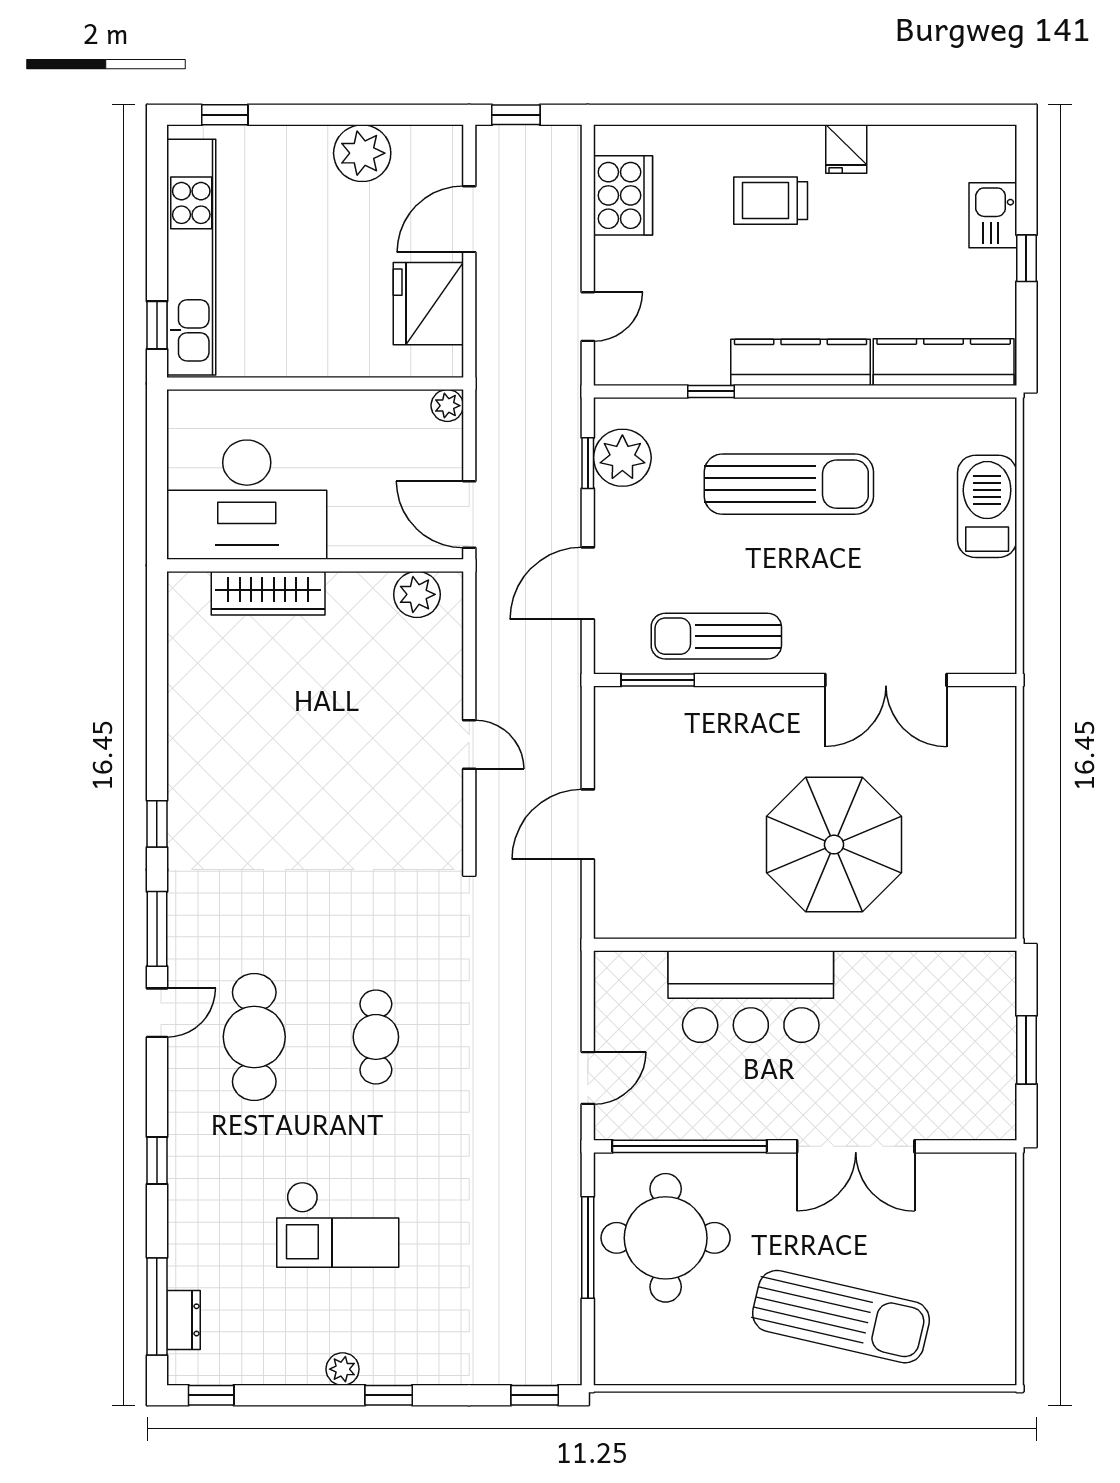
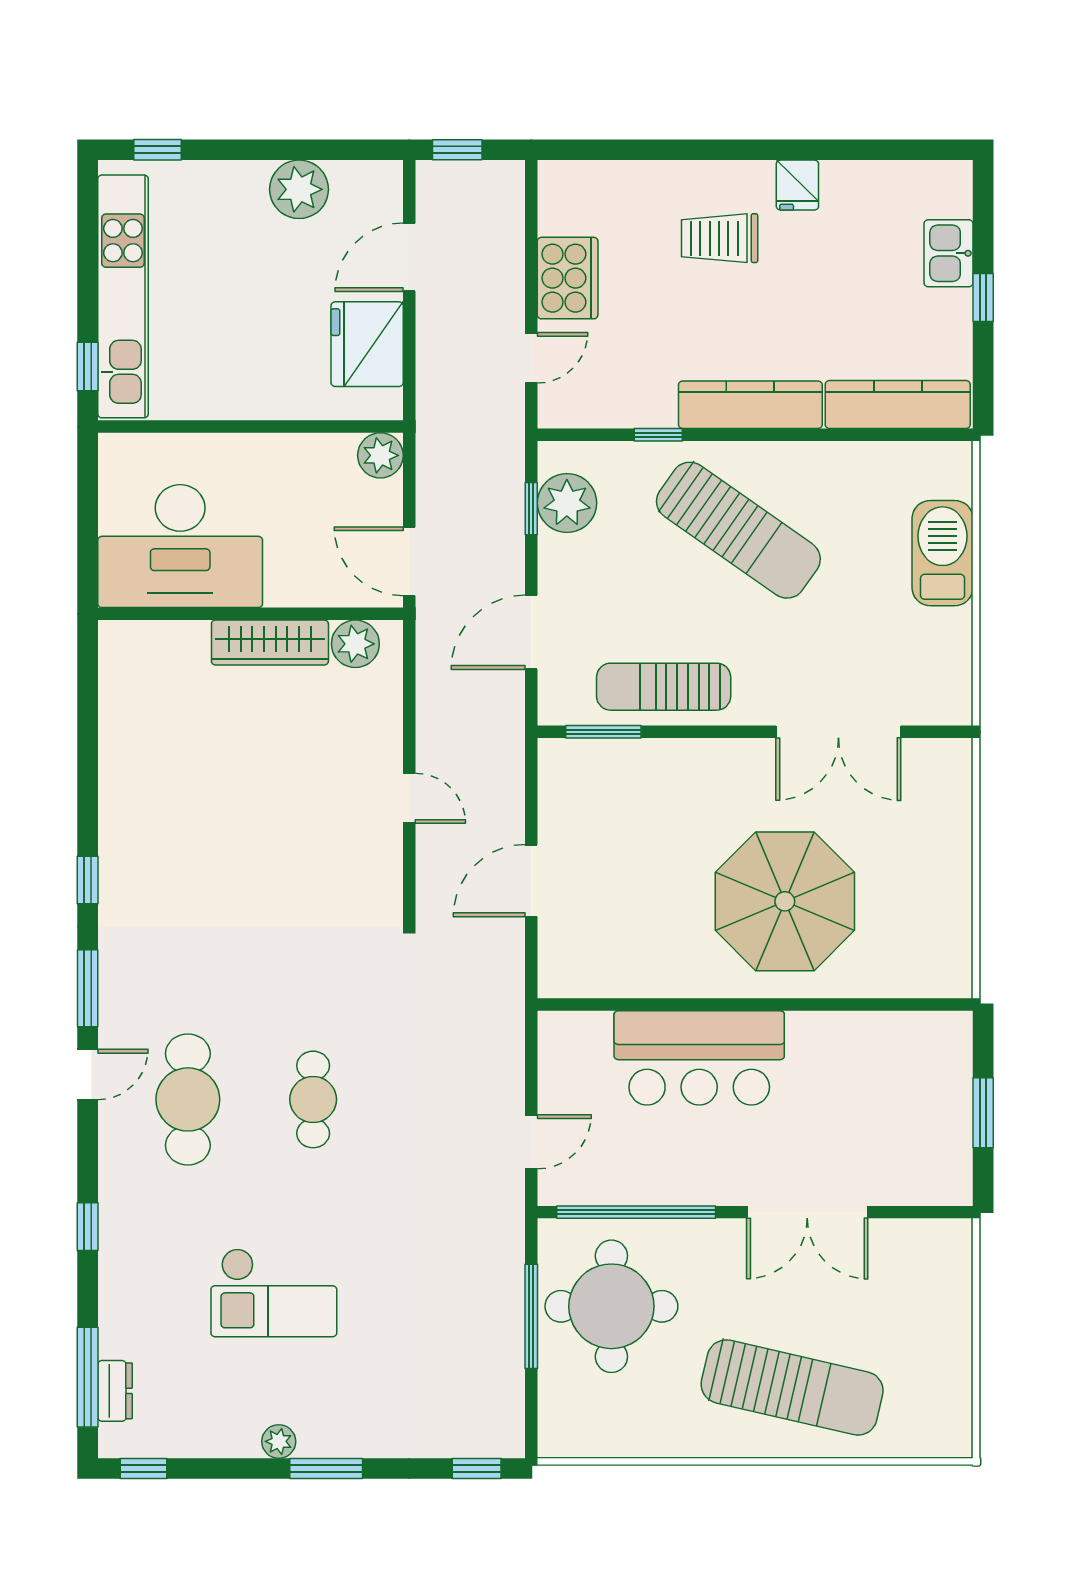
cooker: (623, 195) -> (568, 278), moved
plant: (447, 406) -> (380, 455), width x1.38, depth x1.38
sun lounger: (789, 484) -> (738, 530), turned 35
wardrobe: (268, 593) -> (270, 642), moved
window: (389, 1395) -> (326, 1469), width x1.50

